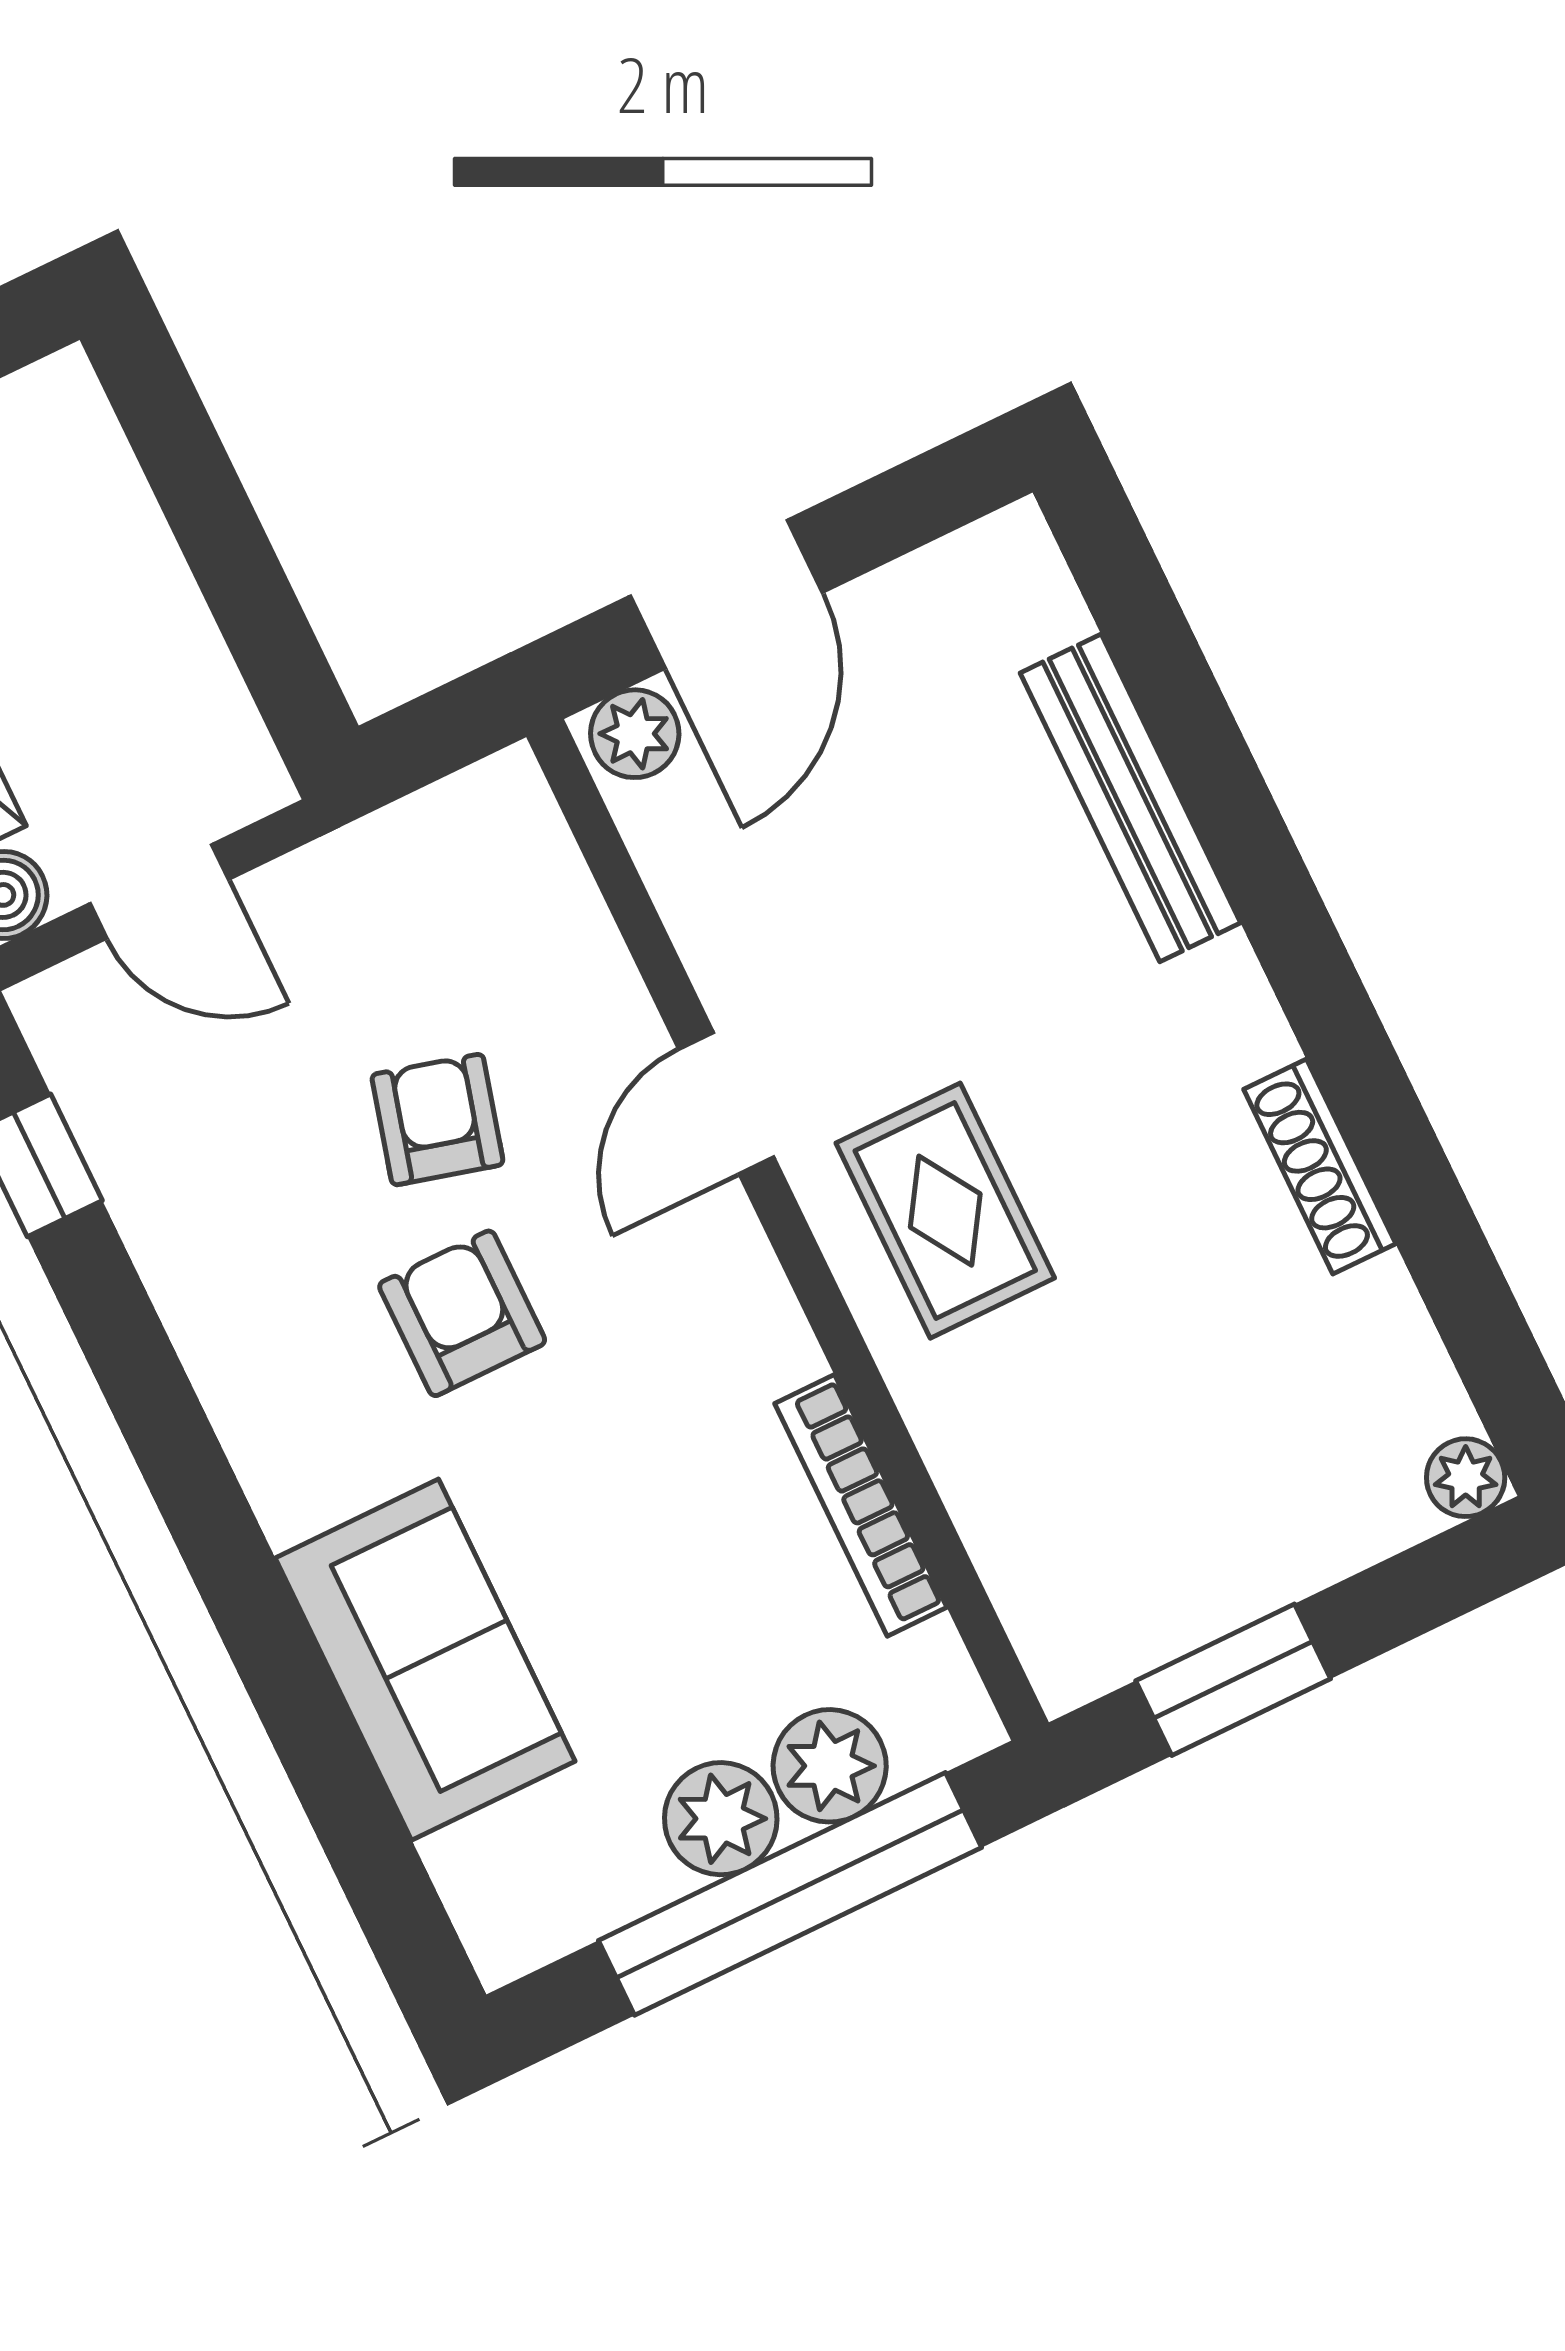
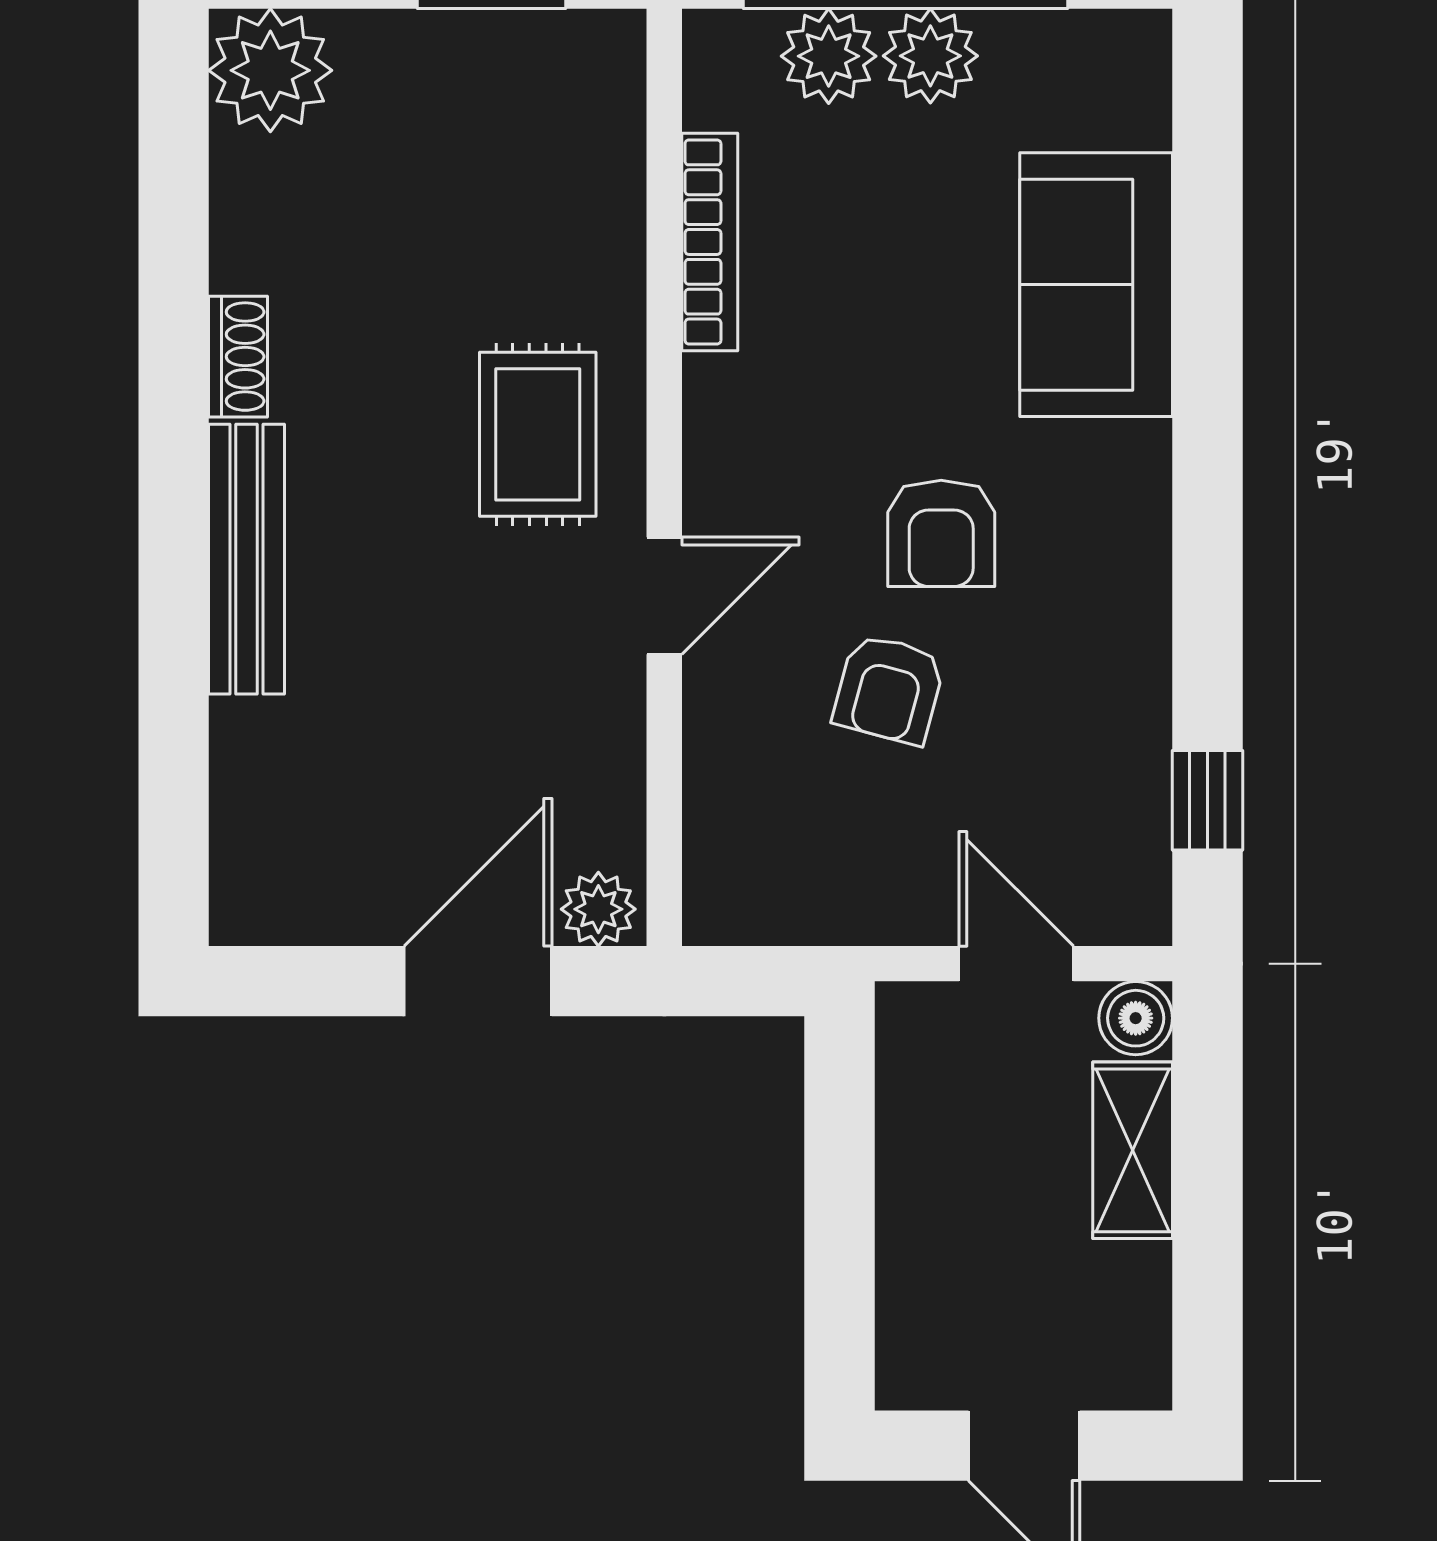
bench: (1130, 798) -> (246, 559), moved
shoe rack: (1320, 1166) -> (238, 357), width x0.70
plant: (1466, 1478) -> (270, 70), width x1.88, depth x1.88

